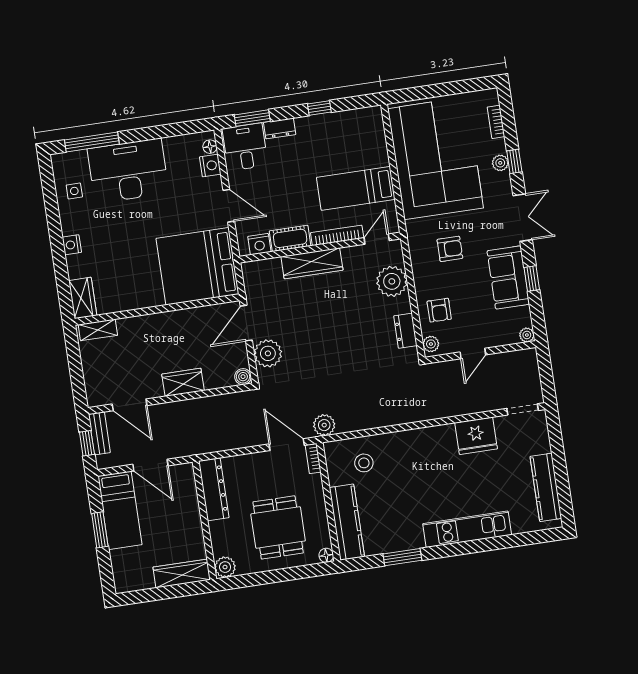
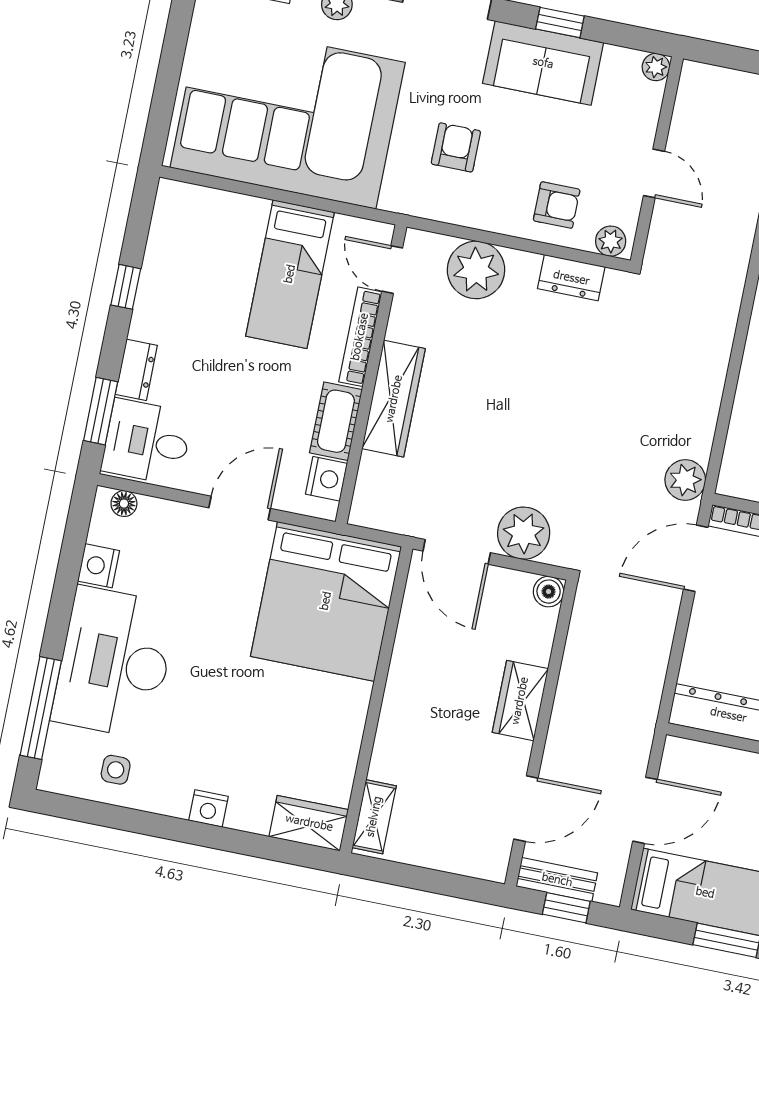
nightstand: (210, 166) -> (99, 566), moved, turned -90

